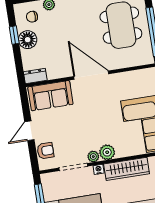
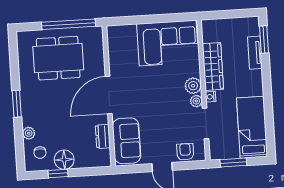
dresser: (35, 76) -> (103, 136), moved

